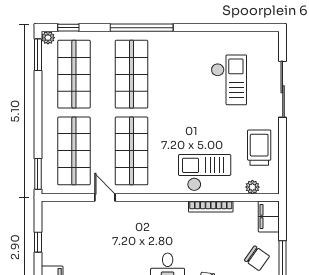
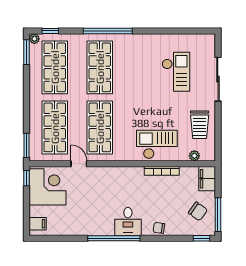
trolley: (259, 148) -> (200, 125), turned 180
corner desk: (65, 227) -> (48, 187), added
window: (38, 242) -> (27, 178), moved

